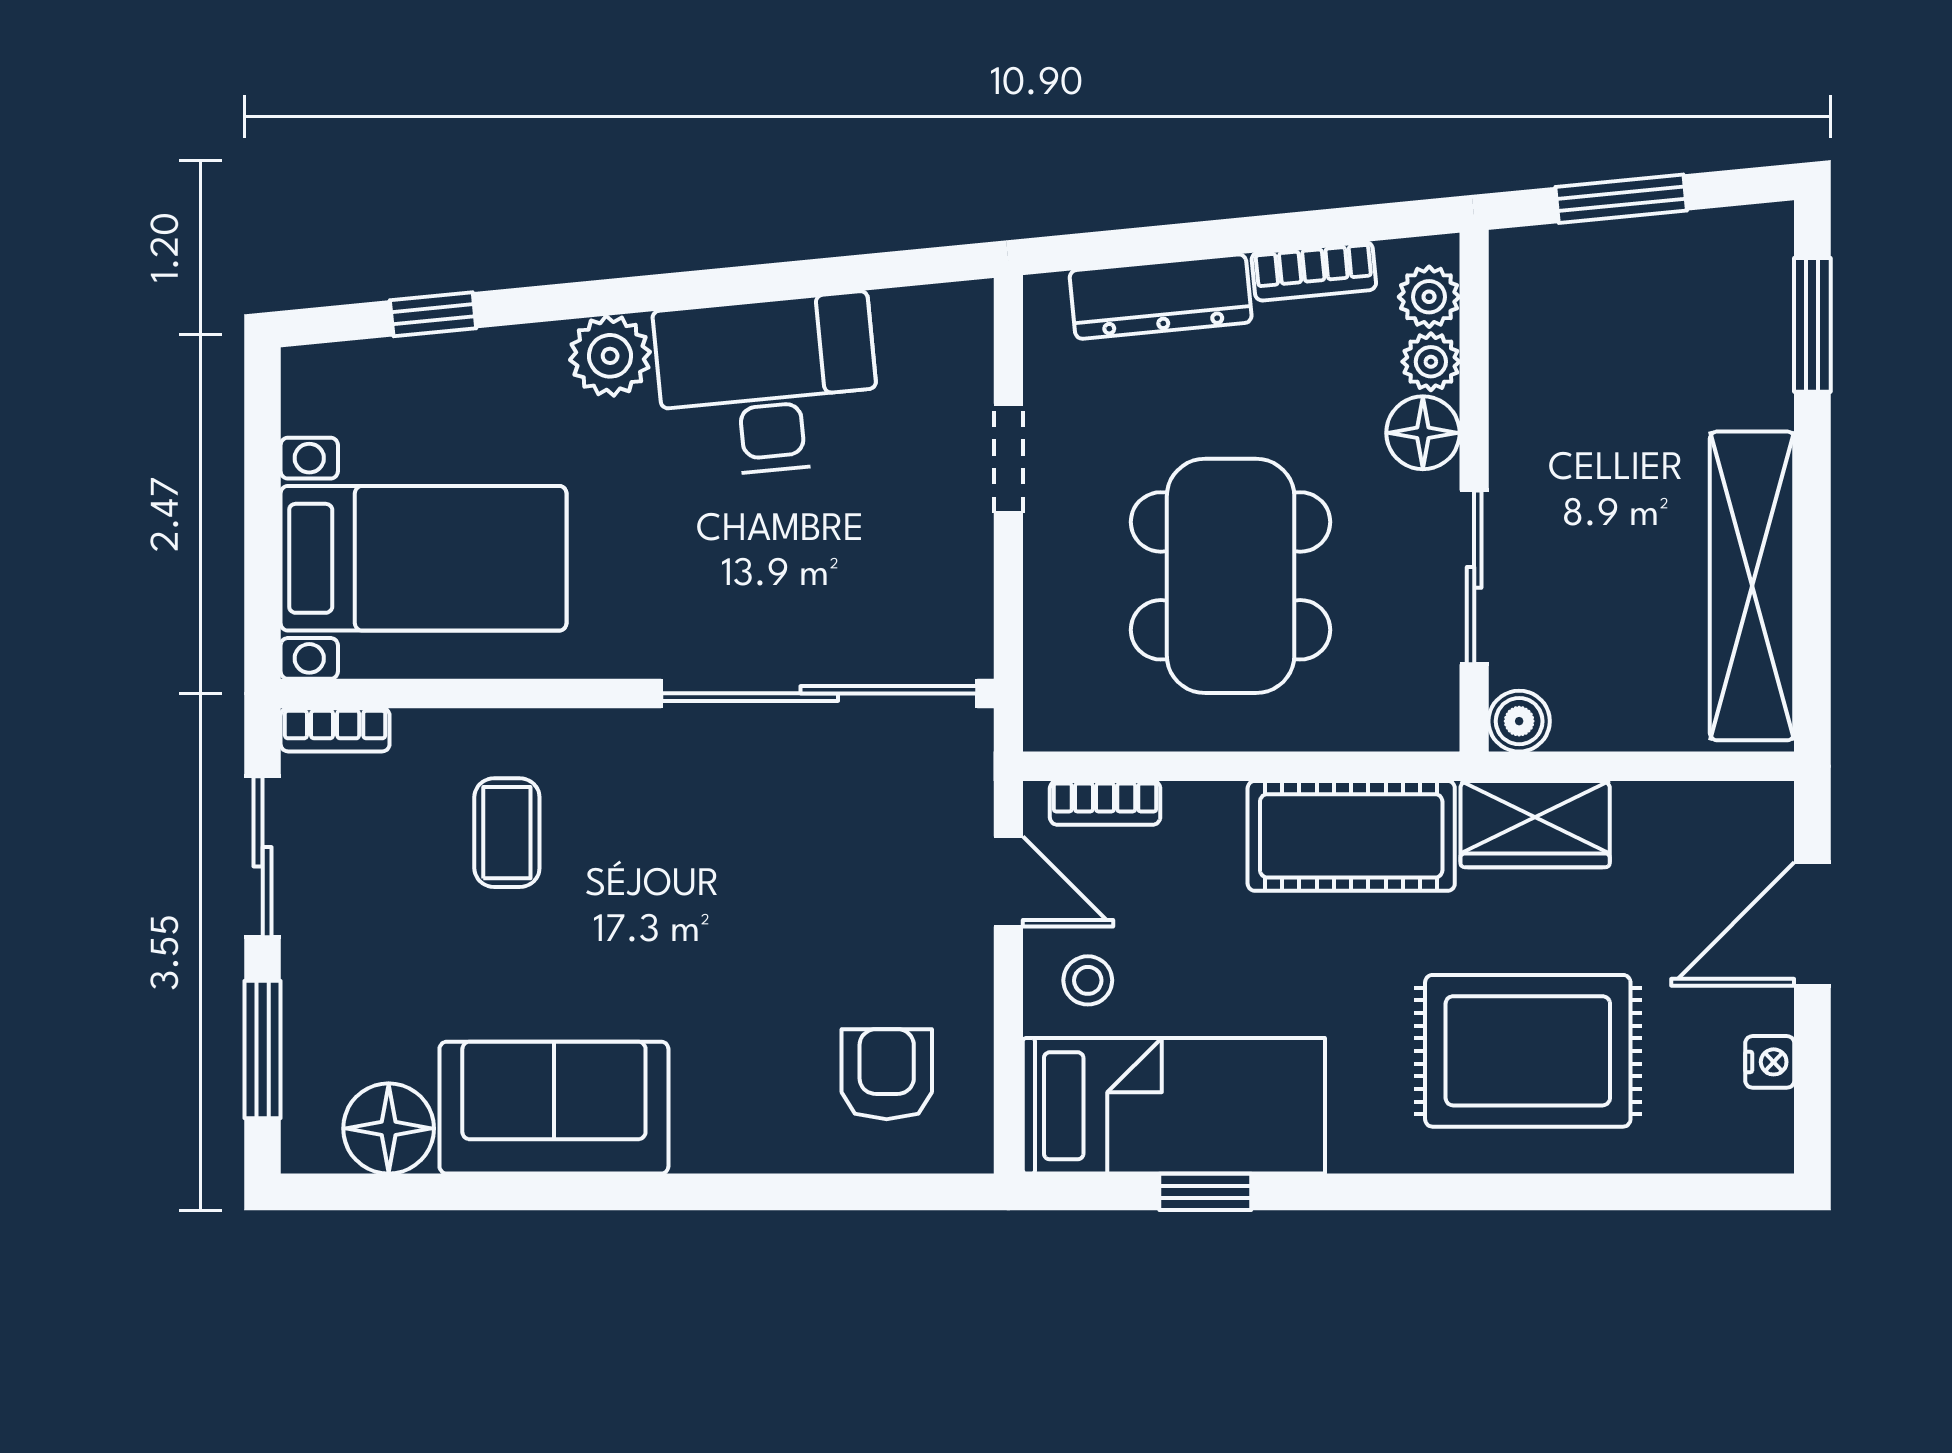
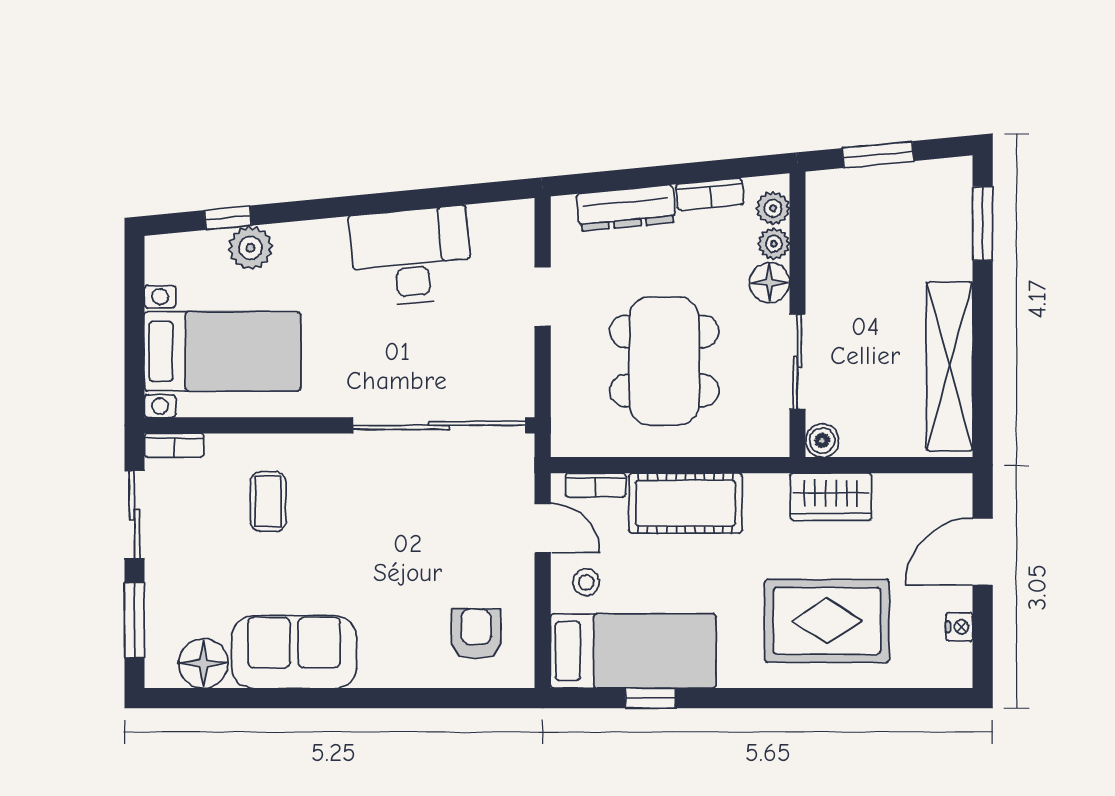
plant: (610, 356) -> (250, 248), moved
cot: (1351, 836) -> (686, 503), moved

